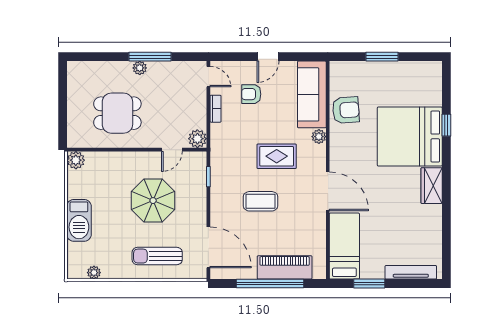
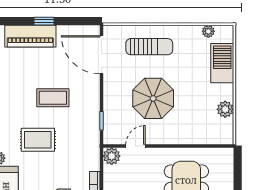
plant: (76, 160) -> (225, 109), moved
barbecue: (79, 220) -> (222, 63), moved
window: (270, 283) -> (44, 21), width x0.32

